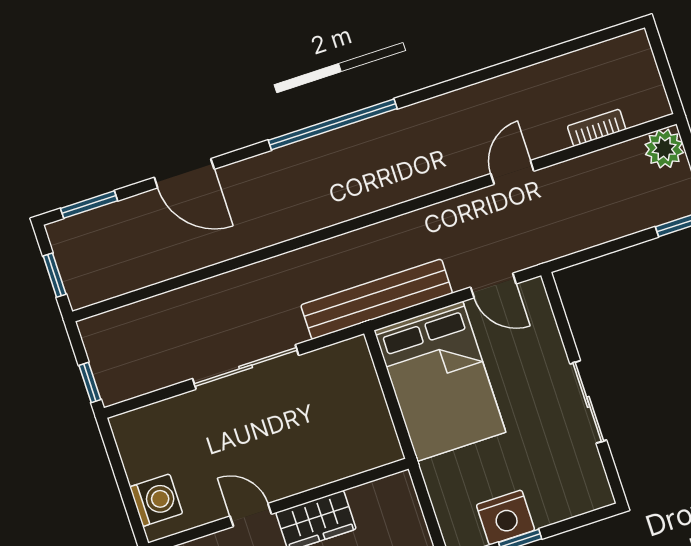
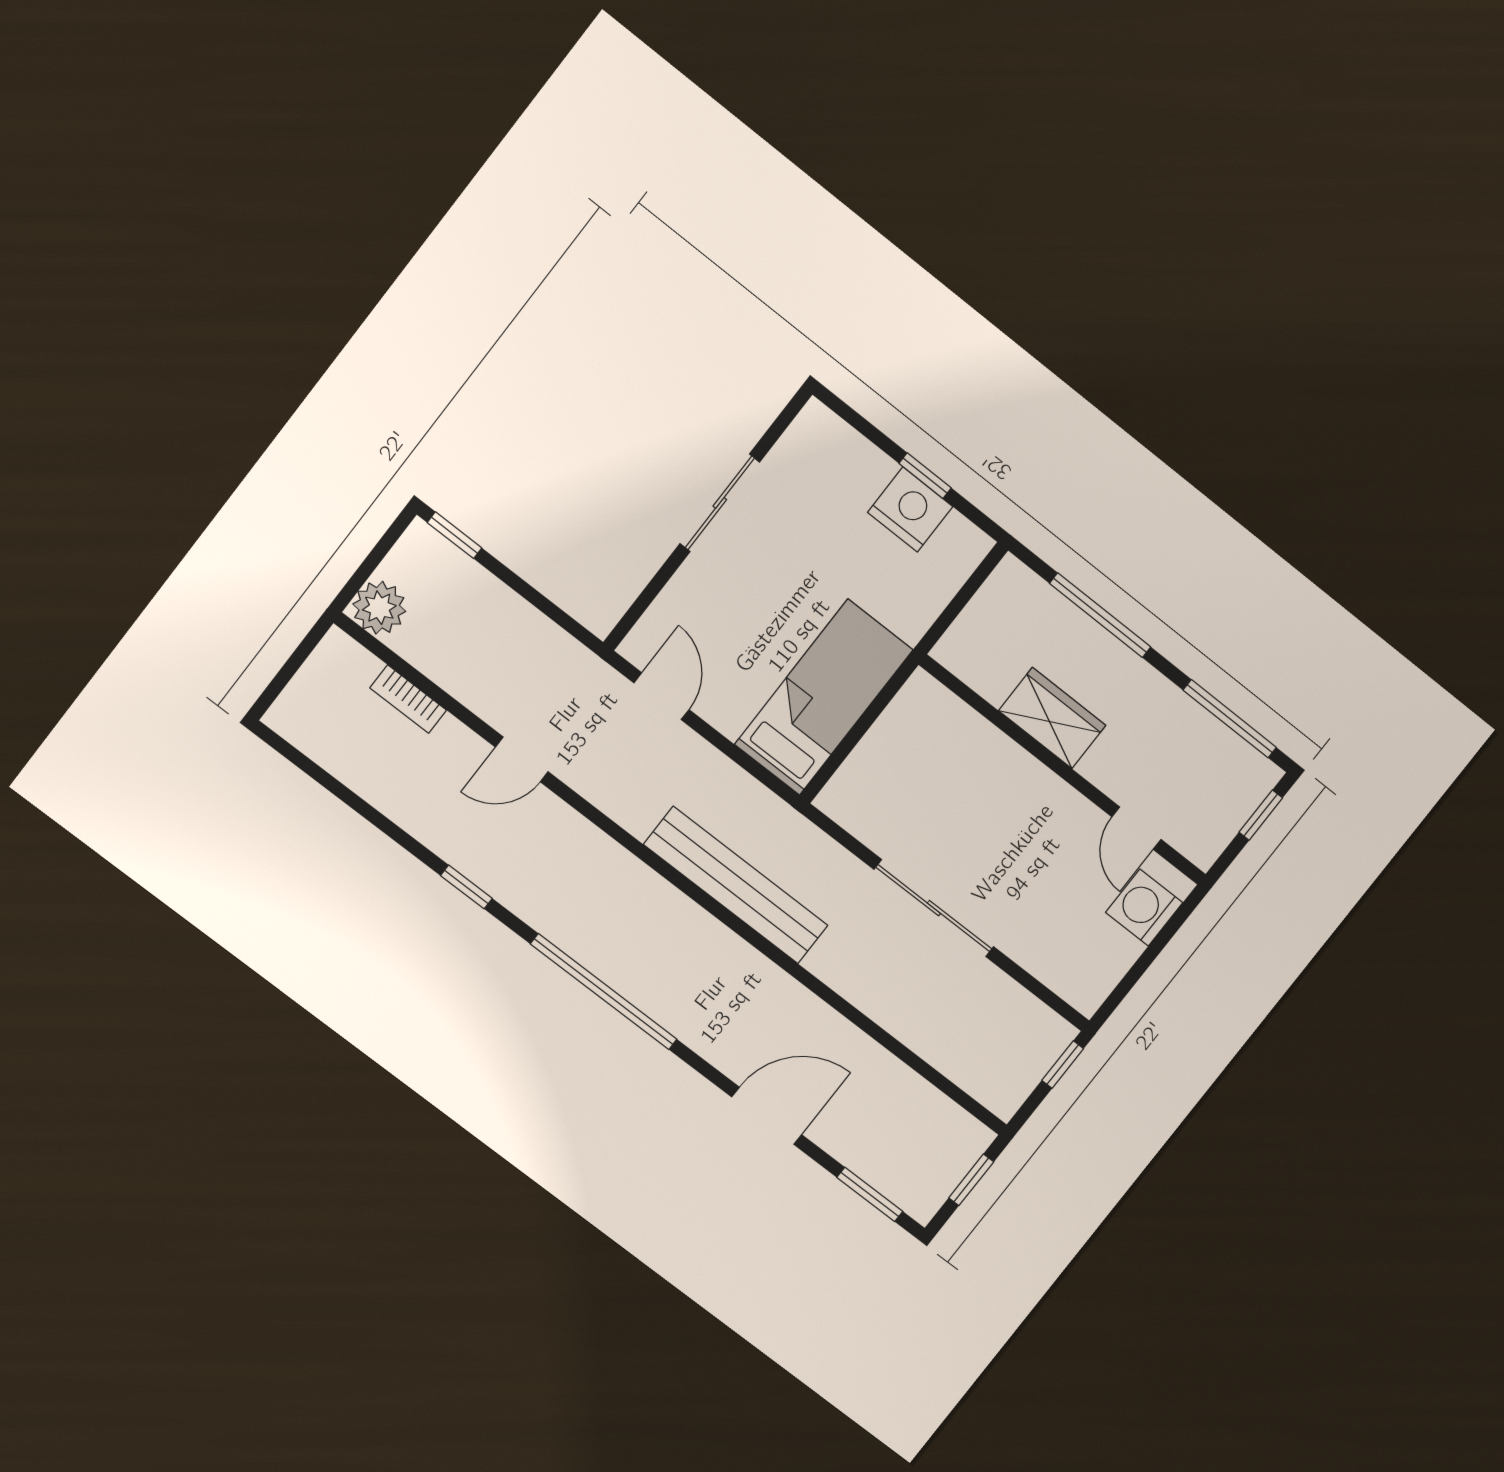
window: (456, 84) -> (466, 887), added
door: (184, 173) -> (767, 1116), hinge flipped
bench: (377, 299) -> (736, 885), moved
bed: (440, 381) -> (824, 697), width x0.67
door: (251, 515) -> (1136, 828), moved

